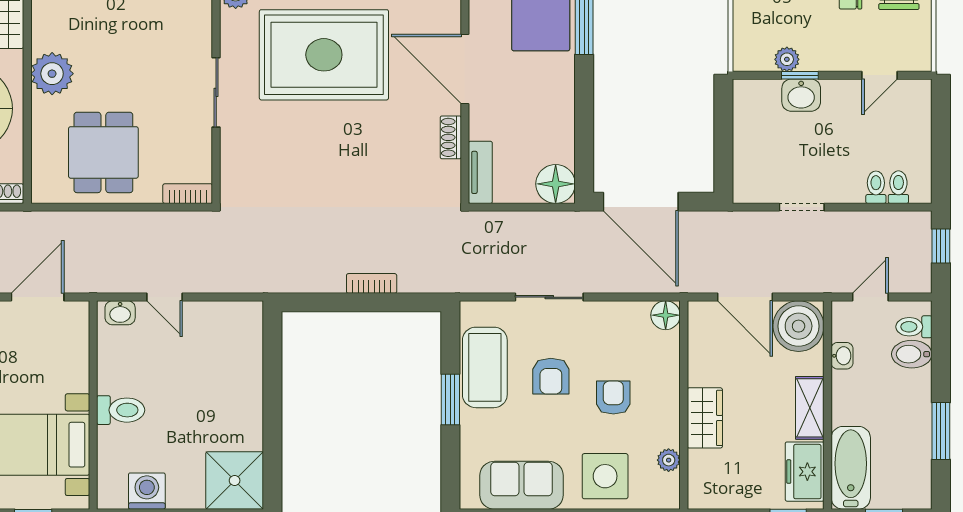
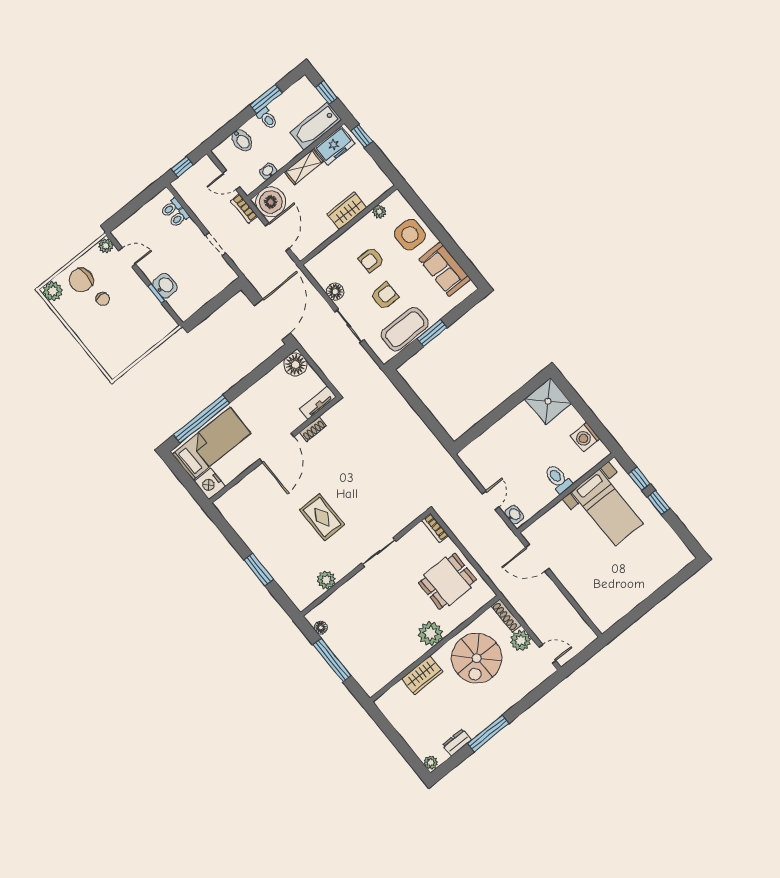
rug: (324, 55) -> (322, 517), width x0.54, depth x0.49
plant: (787, 59) -> (106, 246), moved
bookcase: (372, 283) -> (244, 208), moved
floor lamp: (666, 315) -> (335, 292), moved
toilet: (914, 327) -> (267, 118), moved

